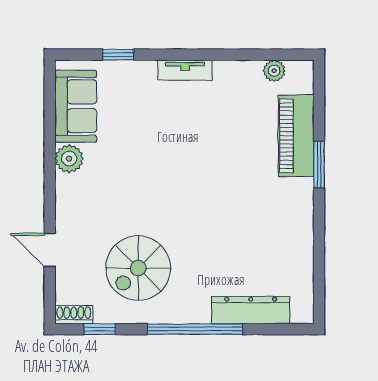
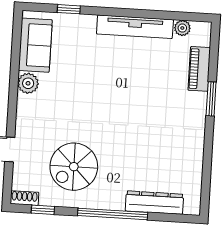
tv unit: (185, 70) -> (135, 27), width x1.92, depth x1.29
piano: (296, 136) -> (199, 69), width x0.73, depth x0.75

